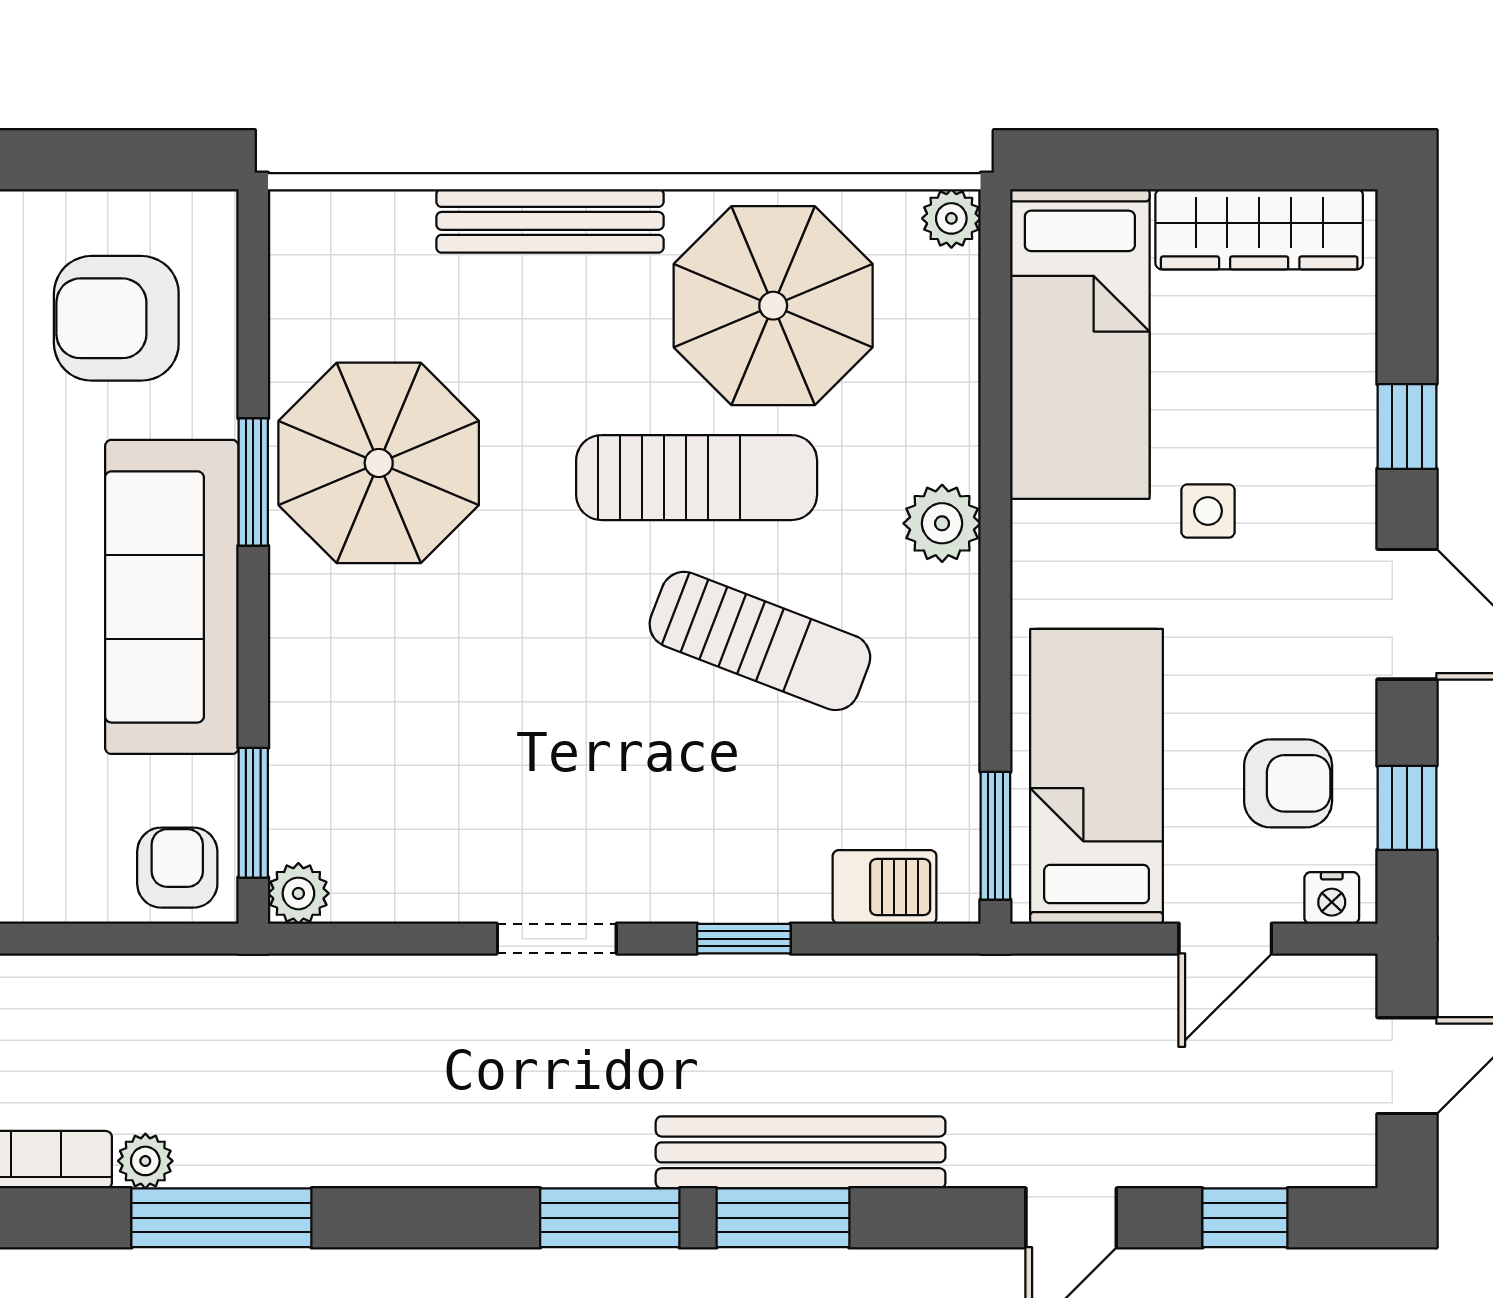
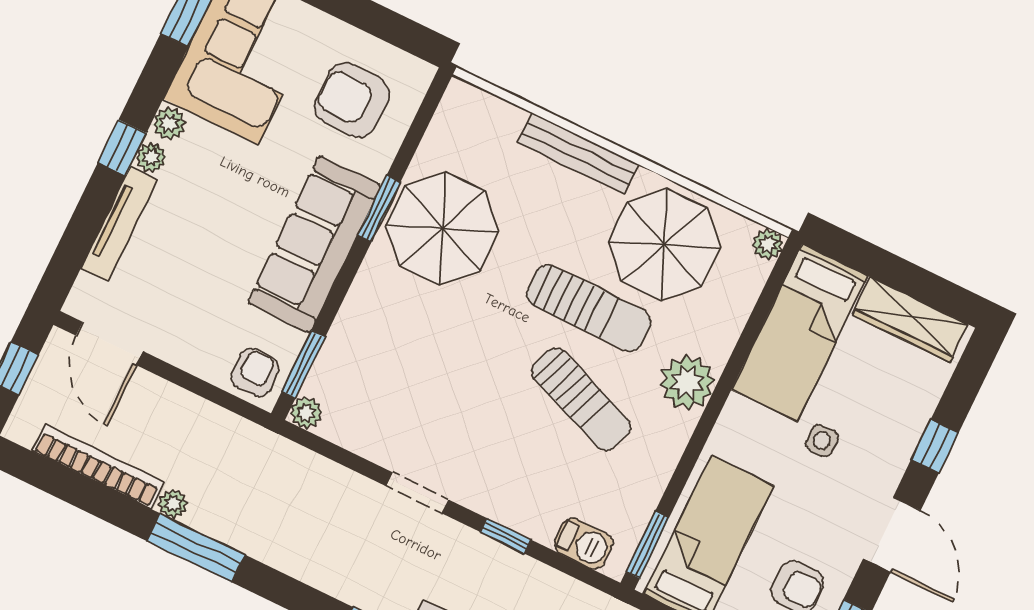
plant: (942, 523) -> (687, 382), width x1.36, depth x1.36

